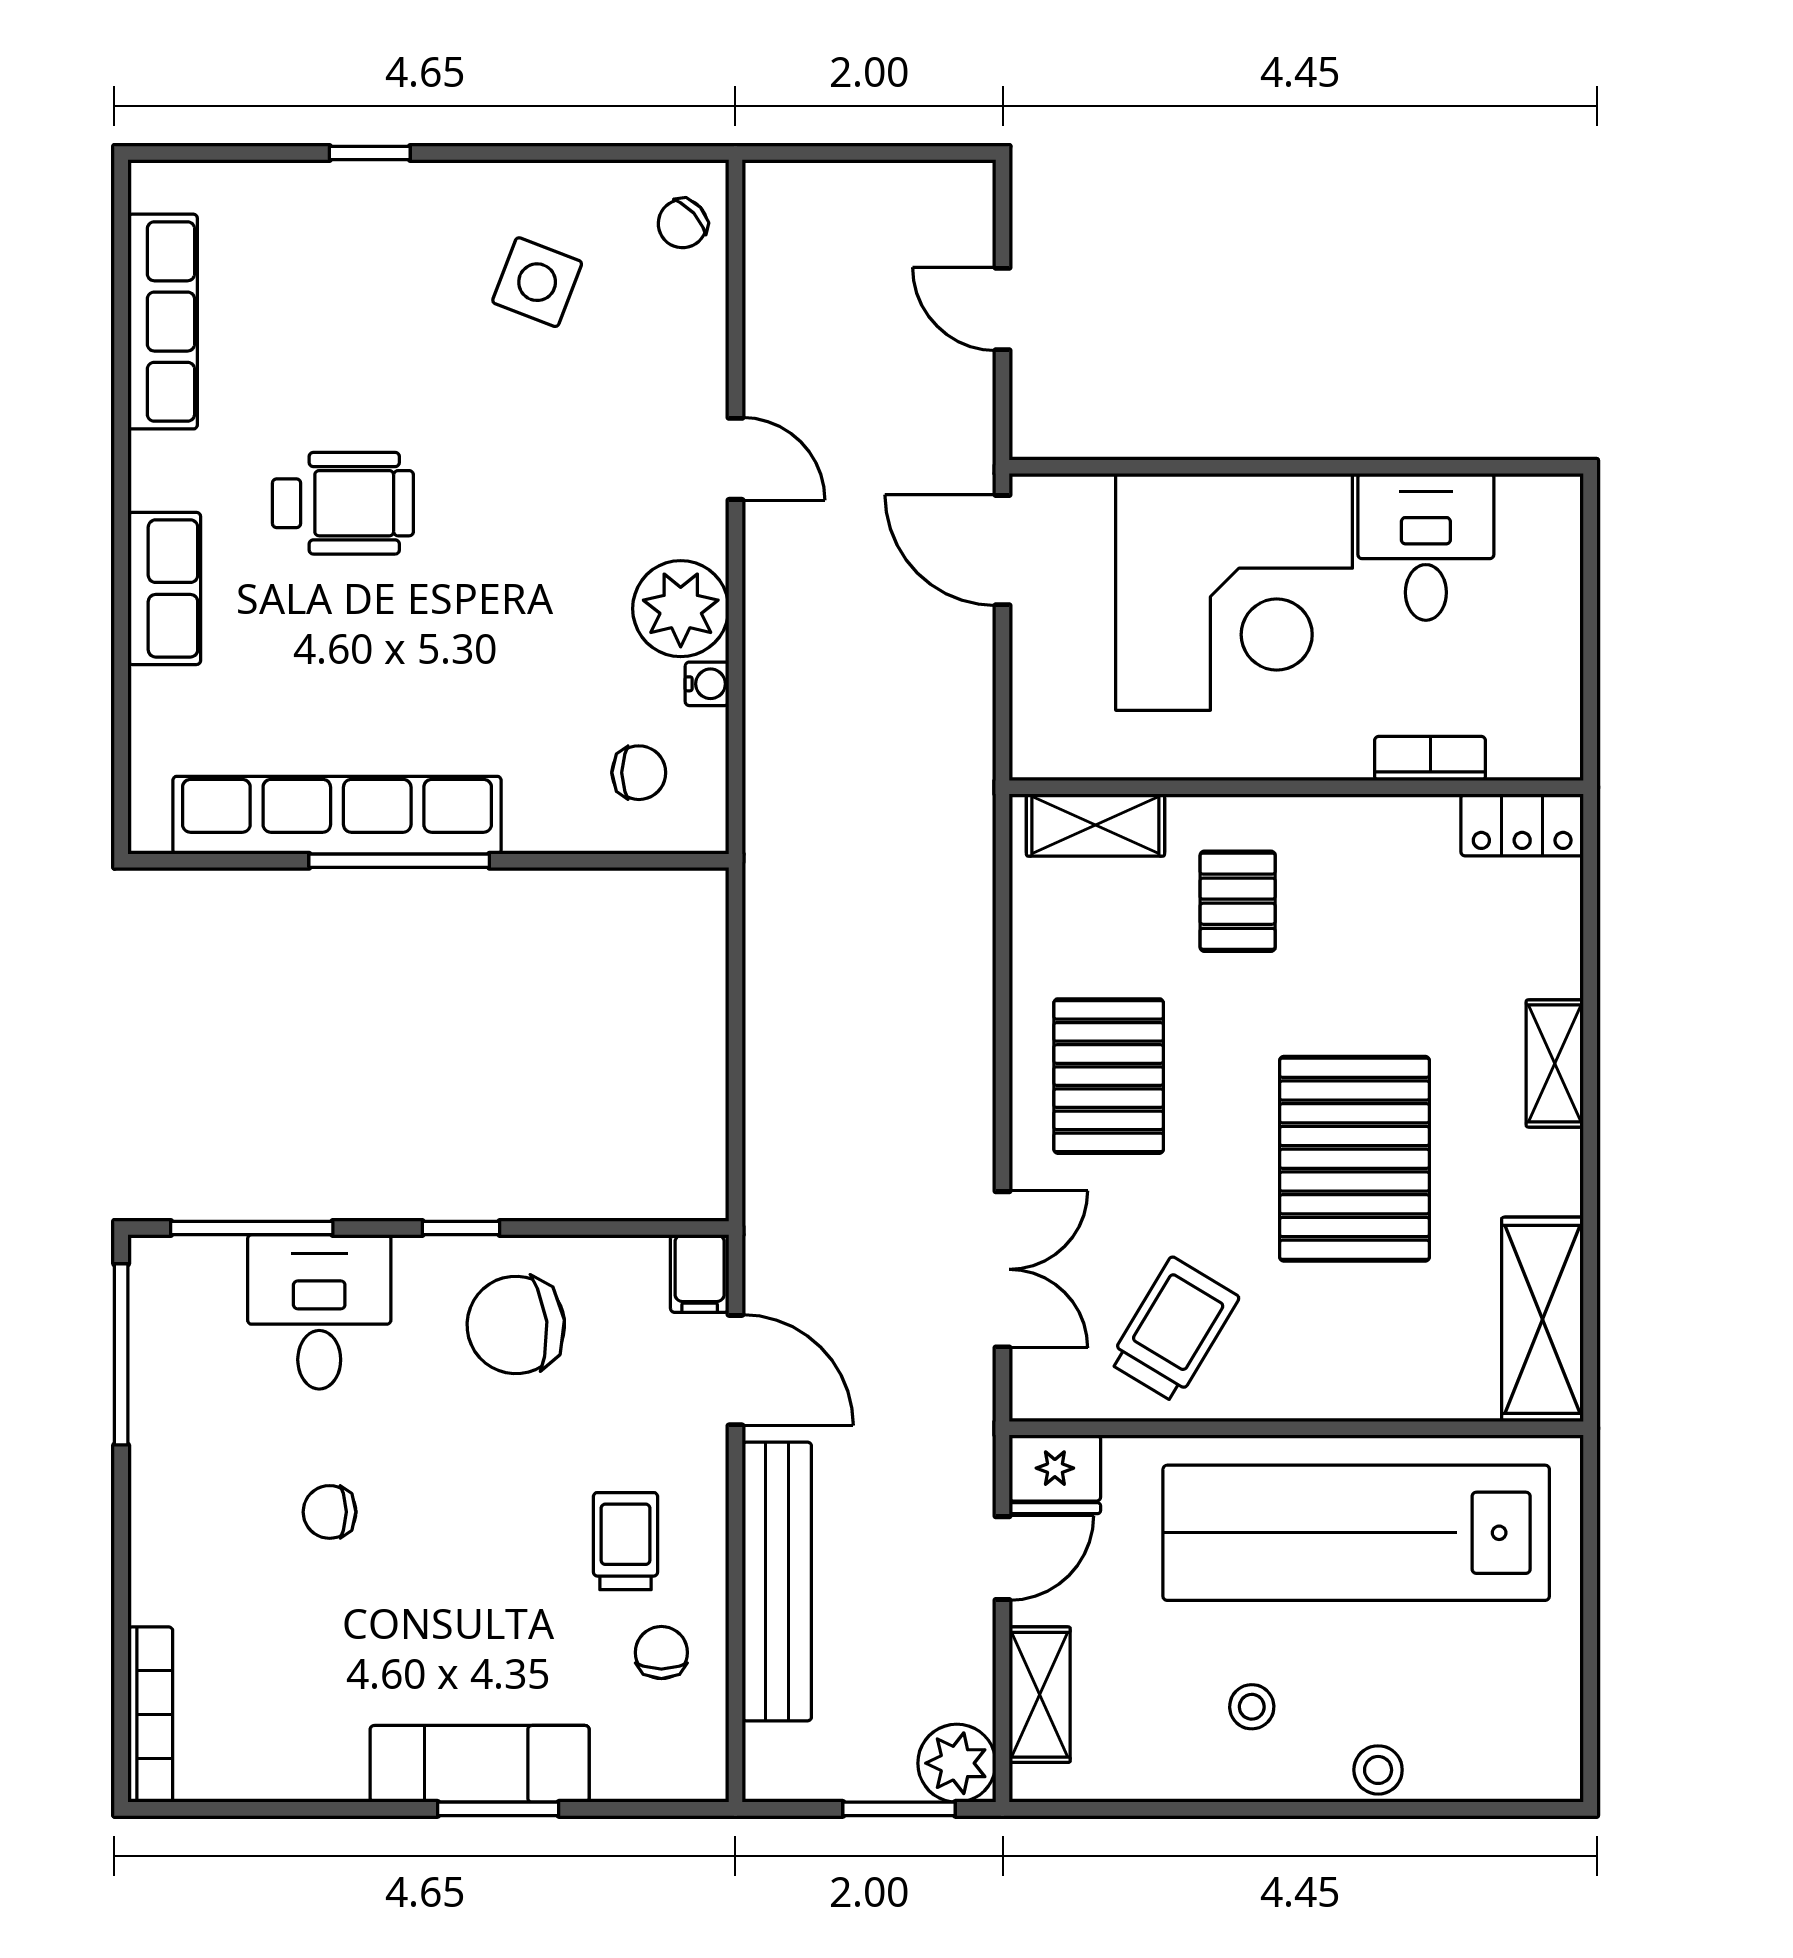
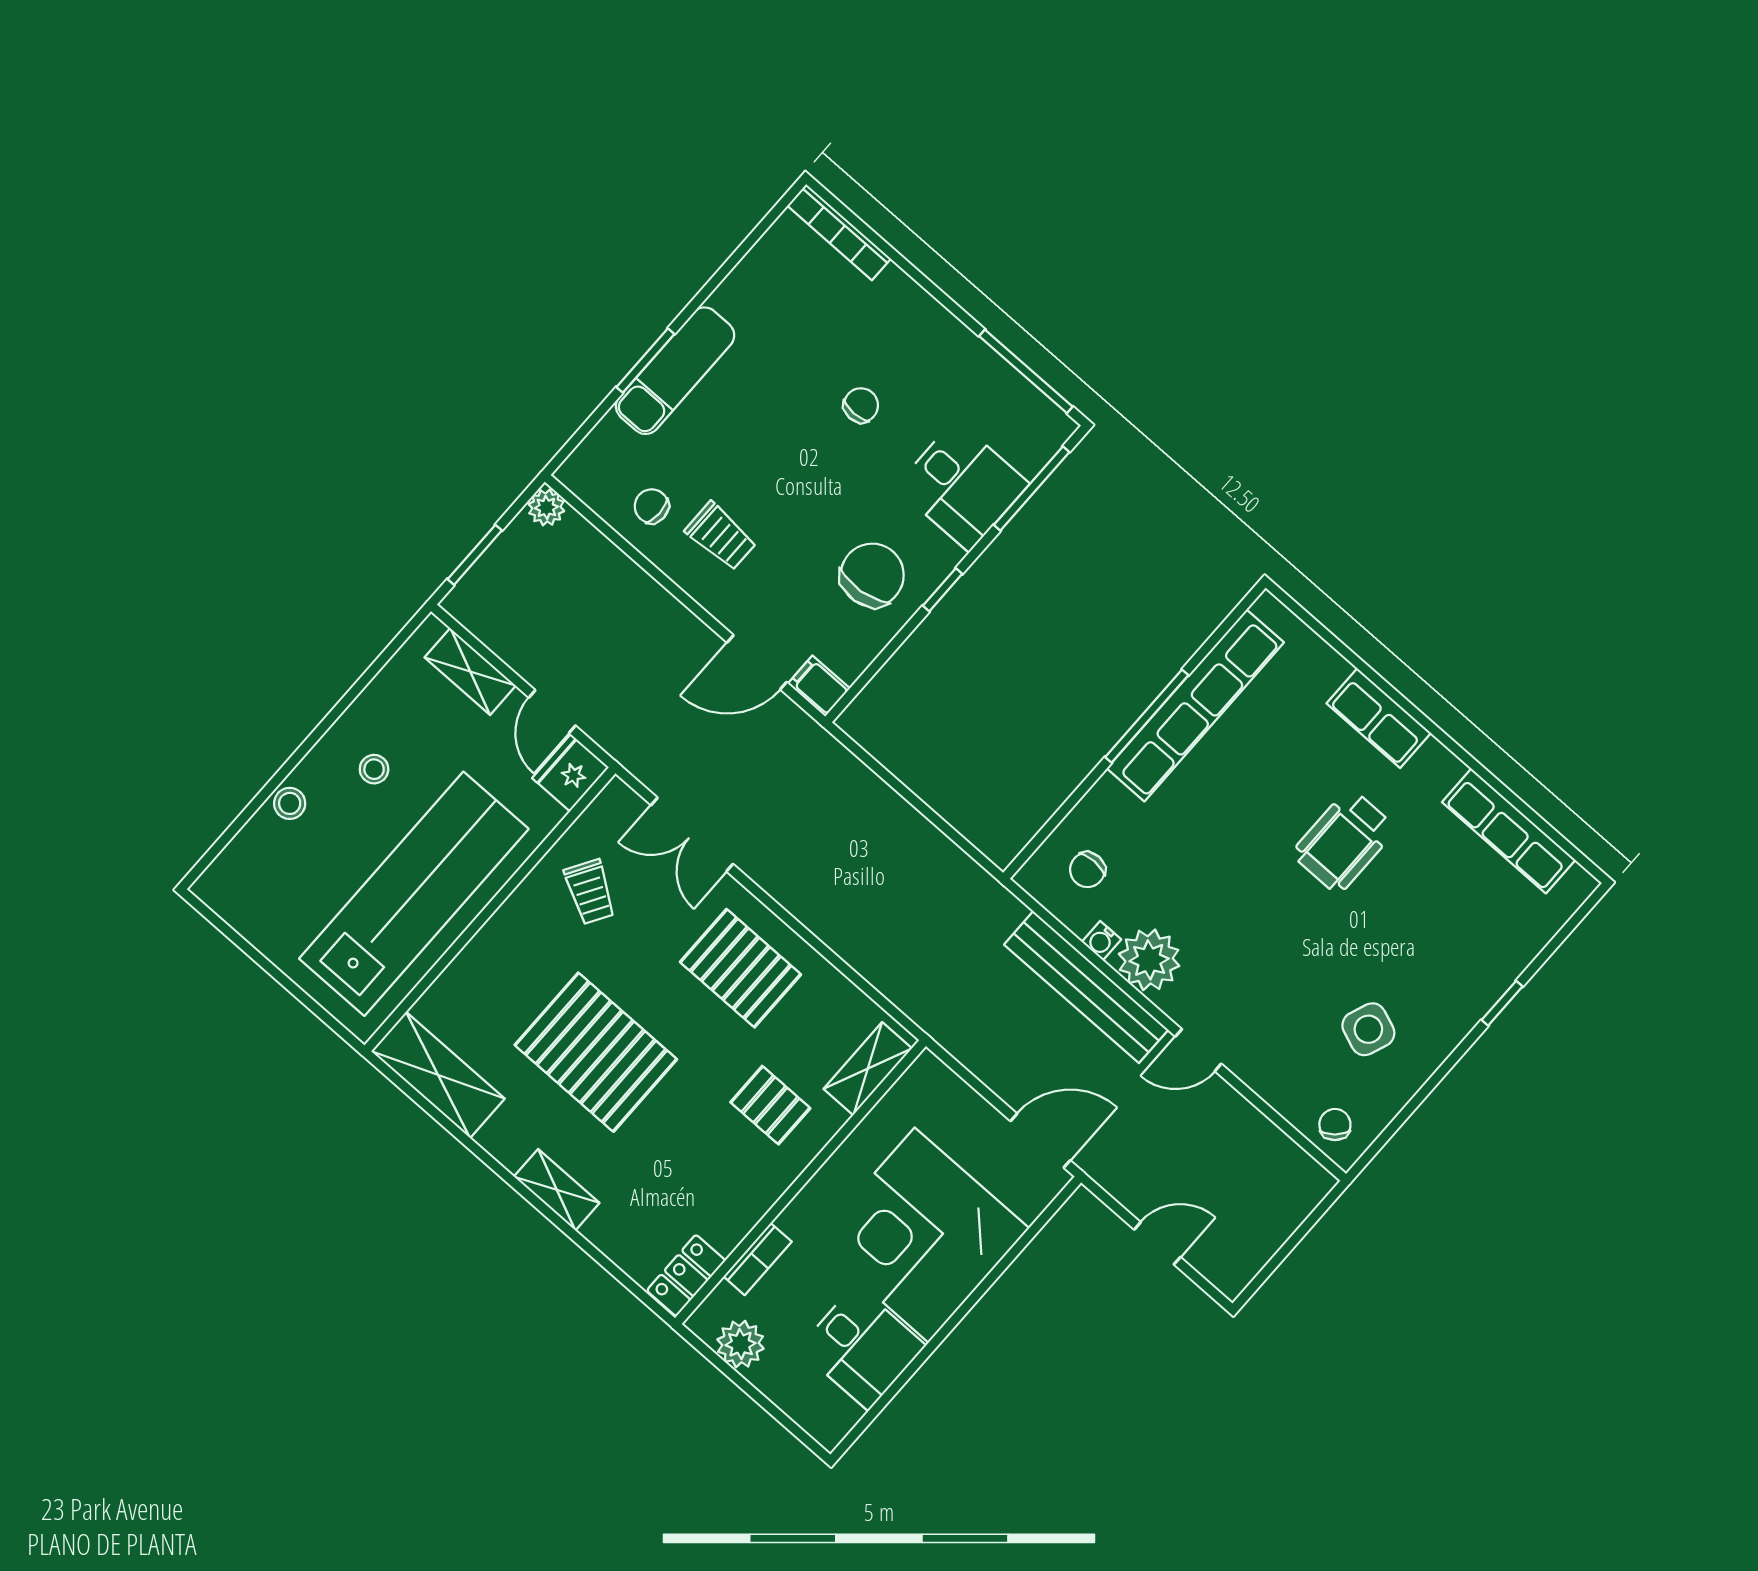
plant: (1547, 691) -> (740, 1344), added
trolley: (1174, 1330) -> (590, 892), width x0.73, depth x0.72
bench: (777, 1581) -> (1086, 987), moved
chair: (661, 1653) -> (652, 506), turned 180
plant: (957, 1763) -> (546, 507), moved, width x0.73, depth x0.73

